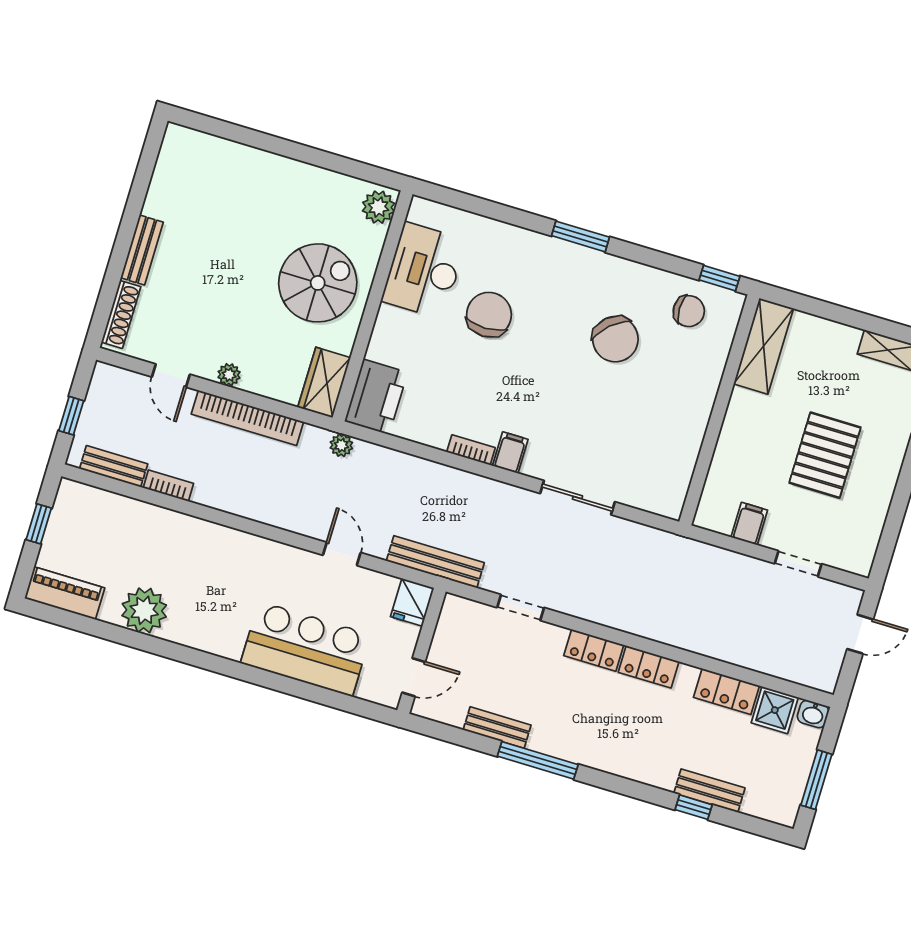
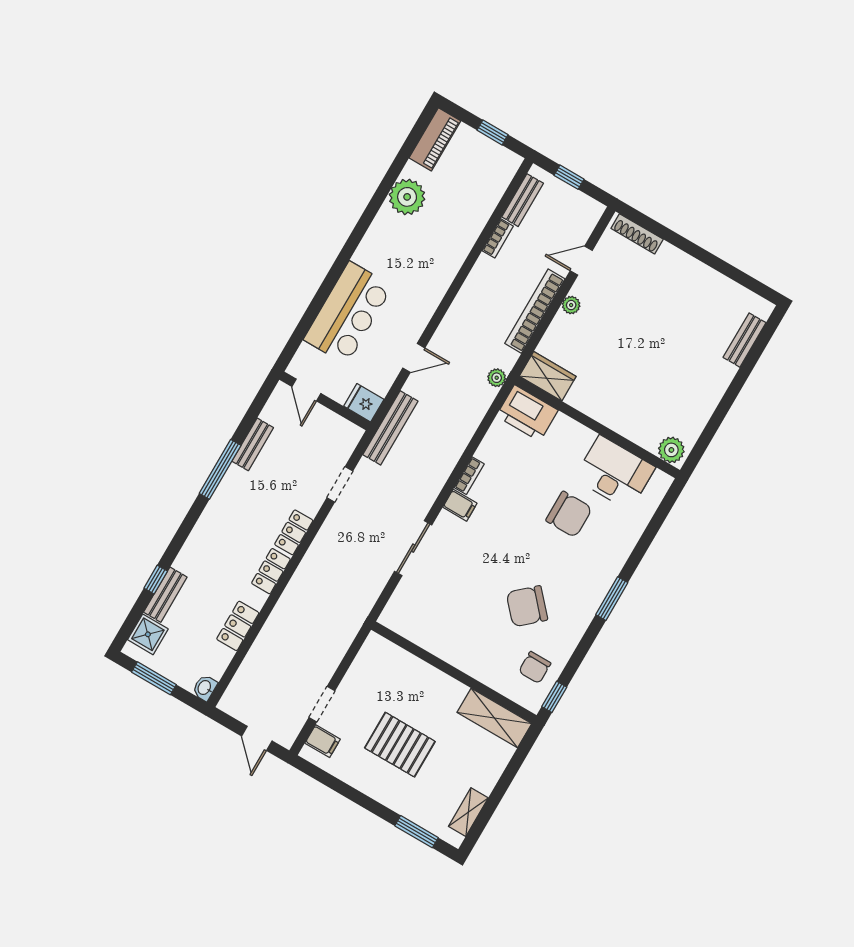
bench: (142, 250) -> (744, 340), moved, turned 90
spiral stairs: (318, 283) -> (625, 390), removed
filing cabinet: (749, 524) -> (323, 741), moved
shower: (775, 710) -> (148, 634), moved

